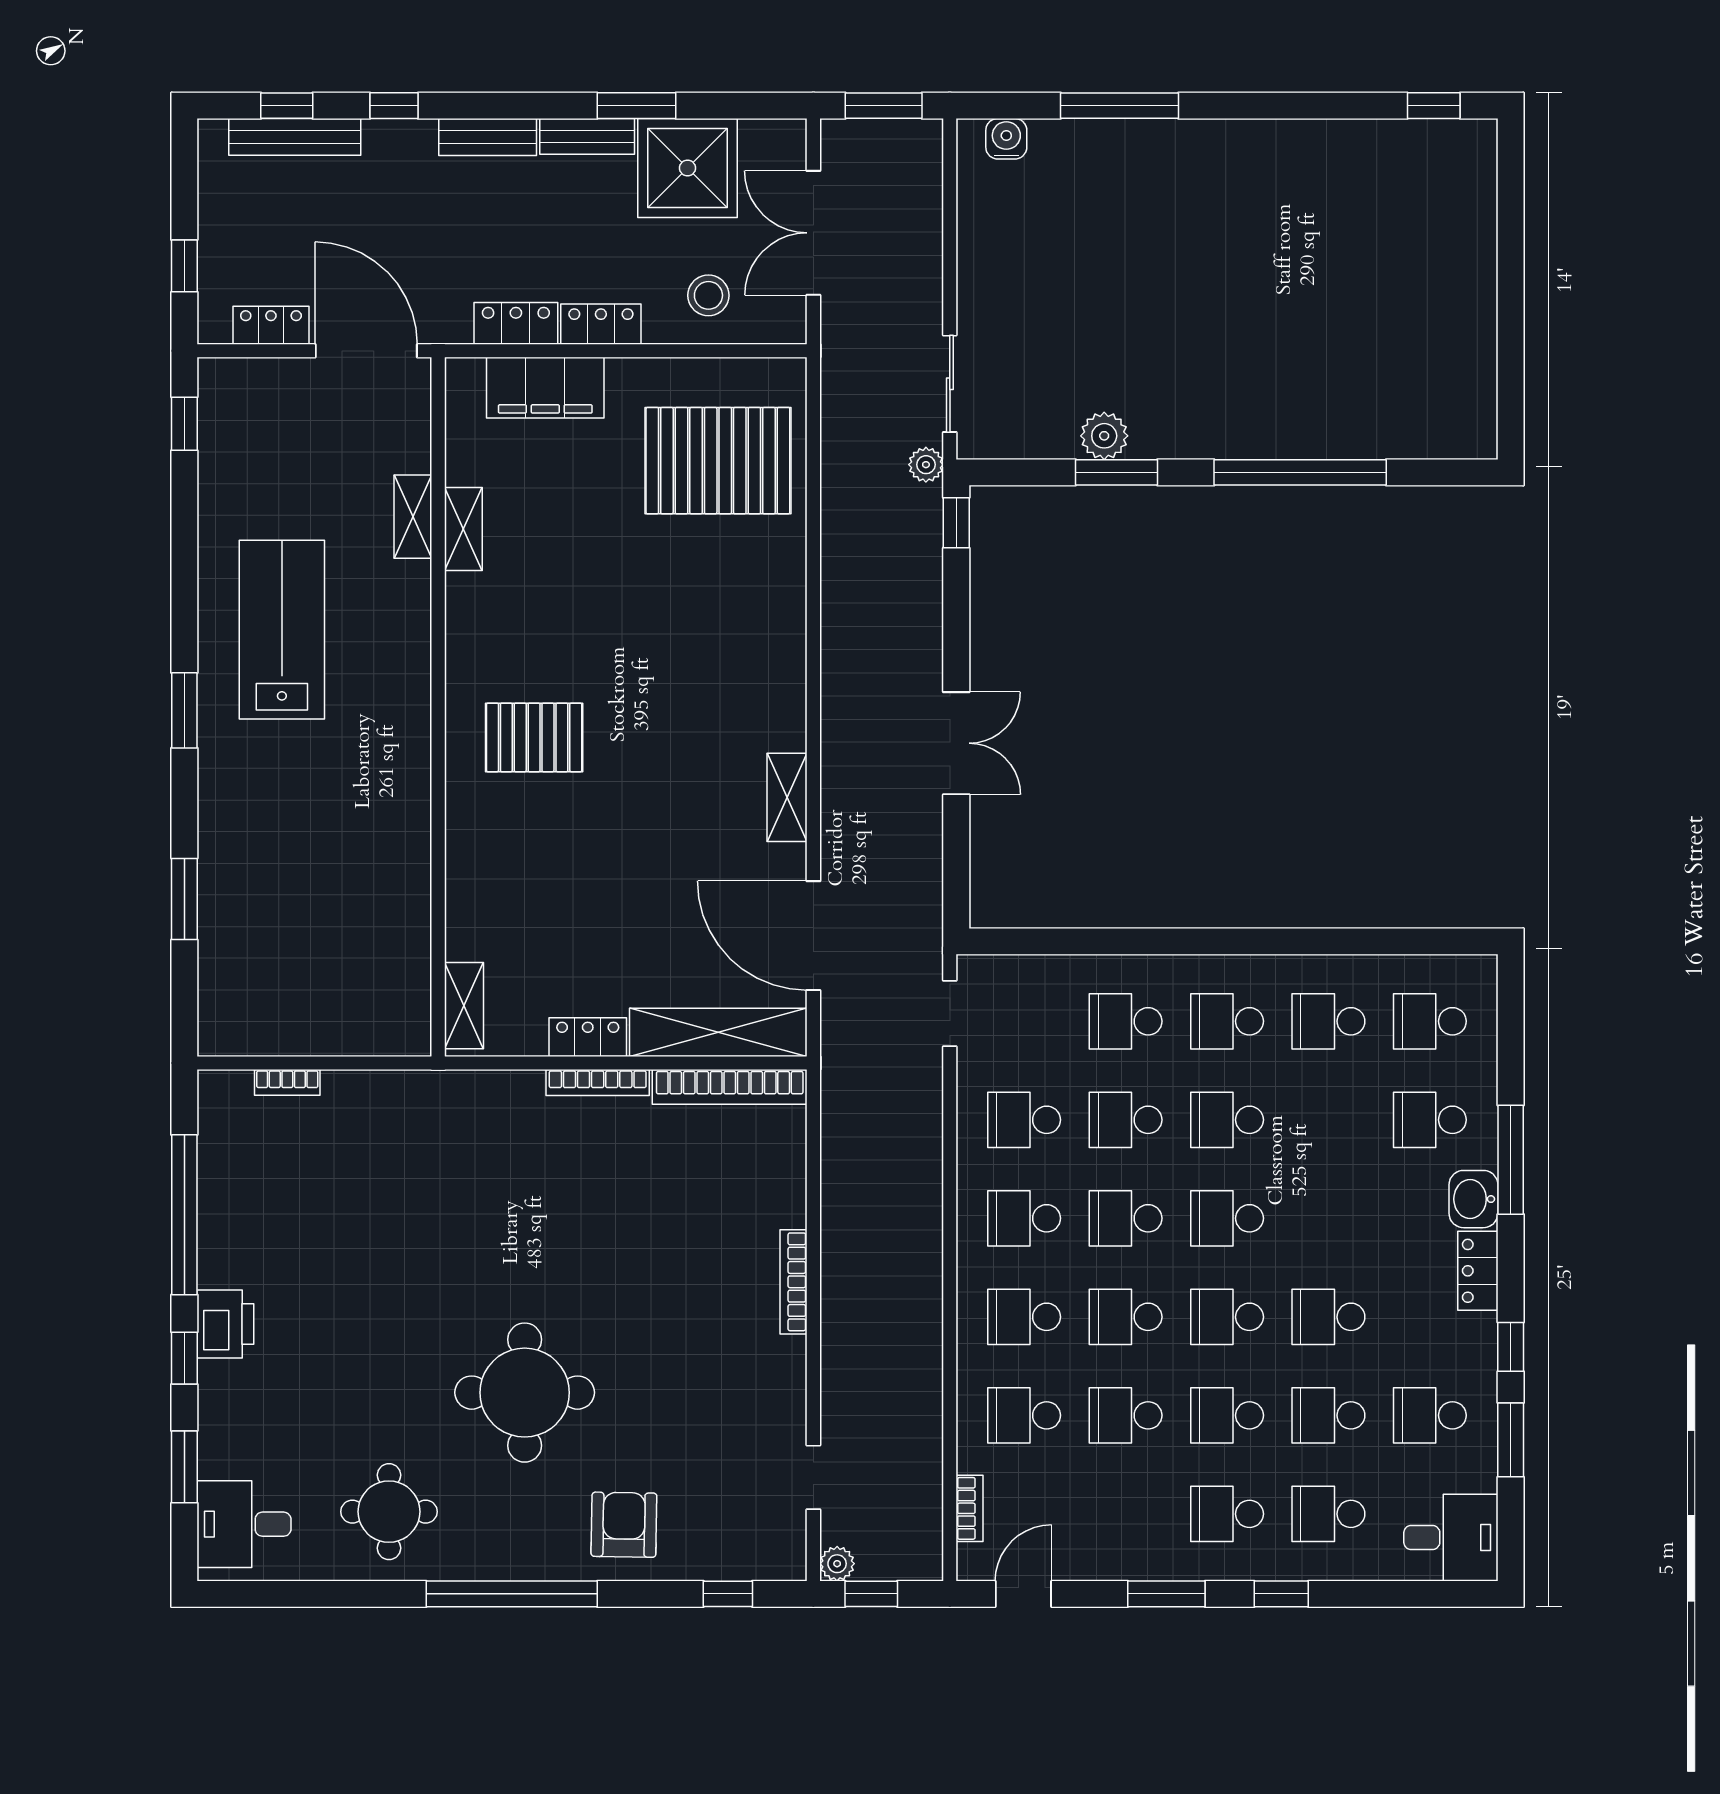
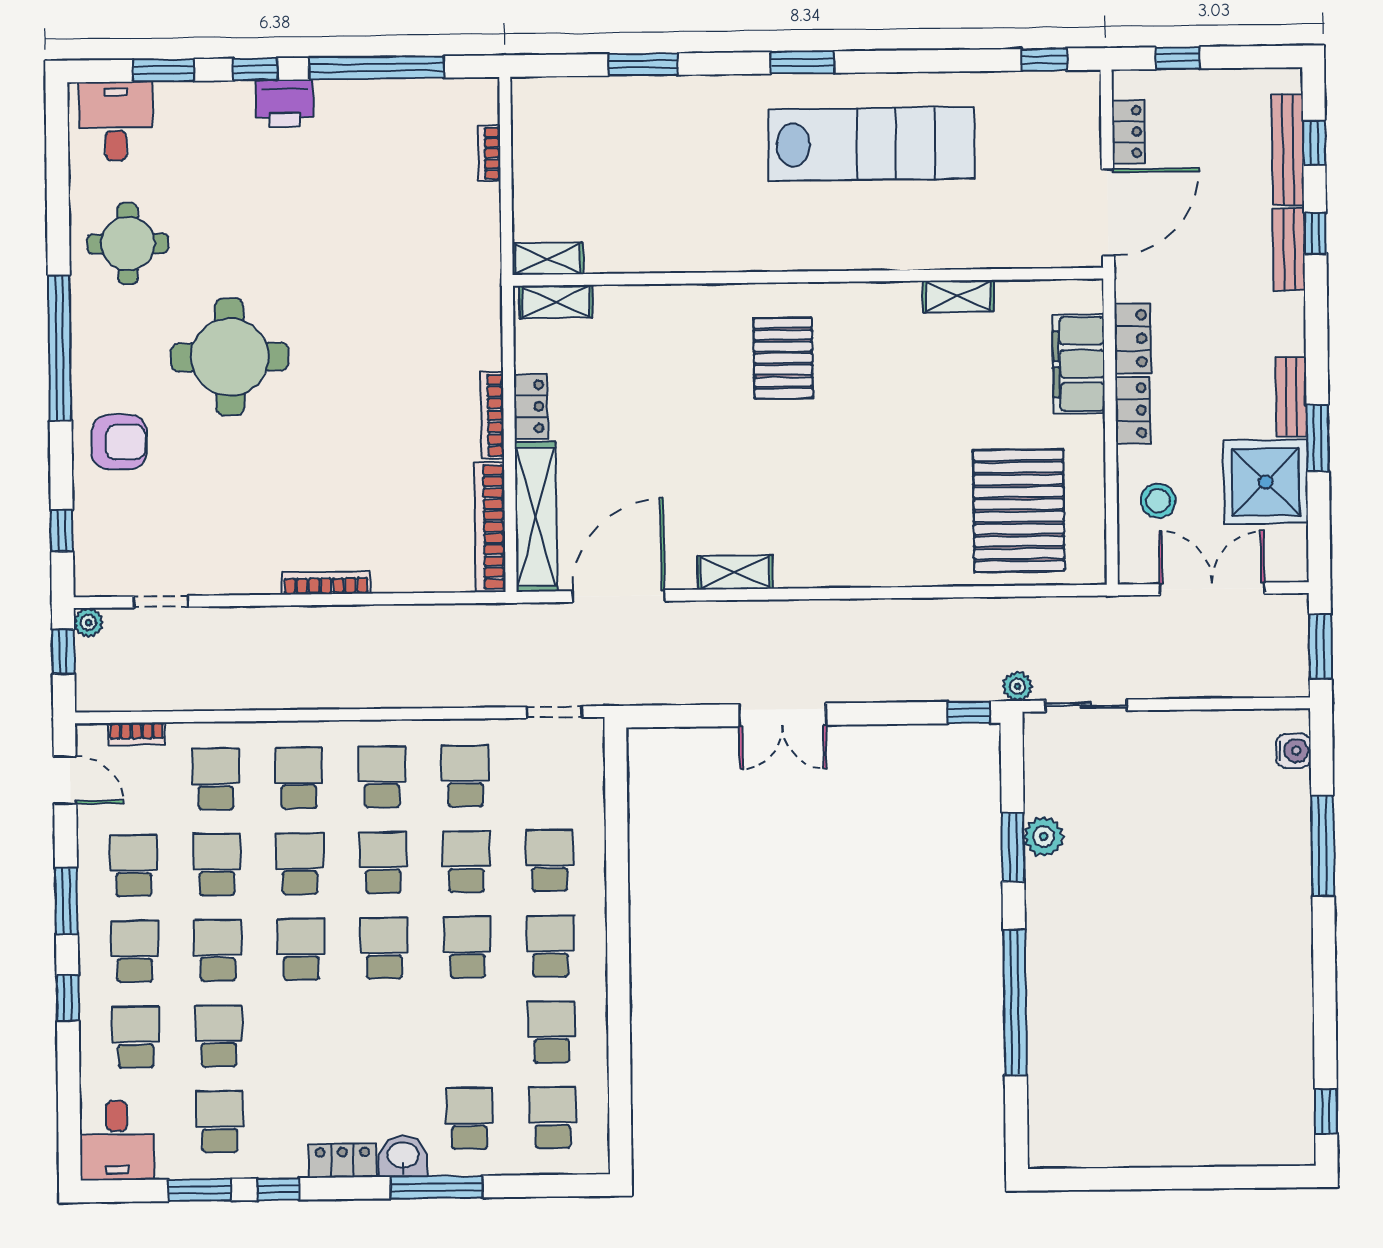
bench: (488, 137) -> (1289, 249), moved
shelving: (413, 517) -> (548, 259), moved
lab bench: (282, 630) -> (871, 144), width x1.36
school desk: (1328, 1317) -> (133, 866), moved

